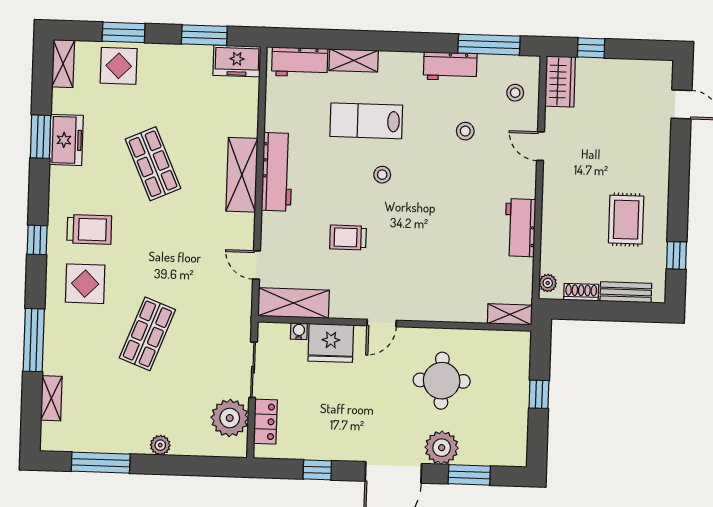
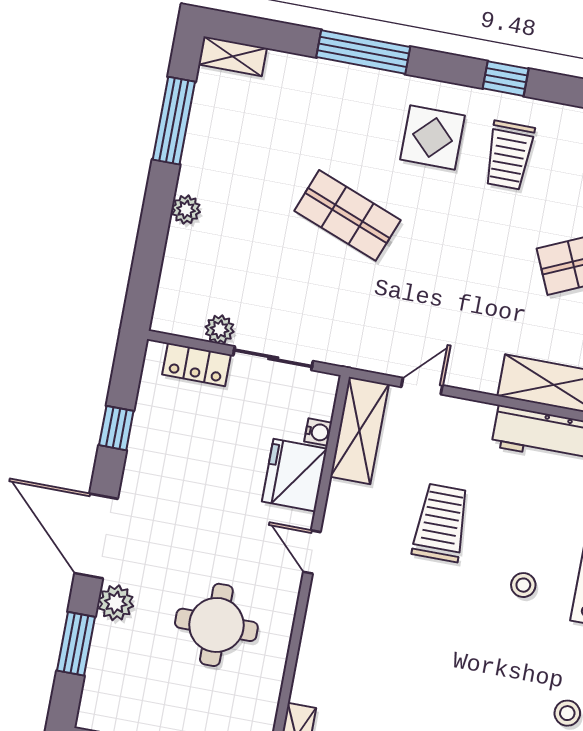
trolley: (348, 238) -> (441, 523), width x1.36, depth x1.39
shelving: (51, 398) -> (233, 56), moved
plant: (230, 418) -> (220, 329), width x0.53, depth x0.53
plant: (442, 448) -> (116, 603), width x0.73, depth x0.73

